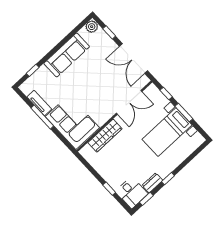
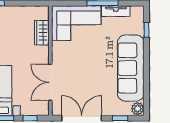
sofa: (67, 55) -> (131, 68), width x1.36, depth x1.27
wardrobe: (105, 136) -> (42, 33), width x0.67

